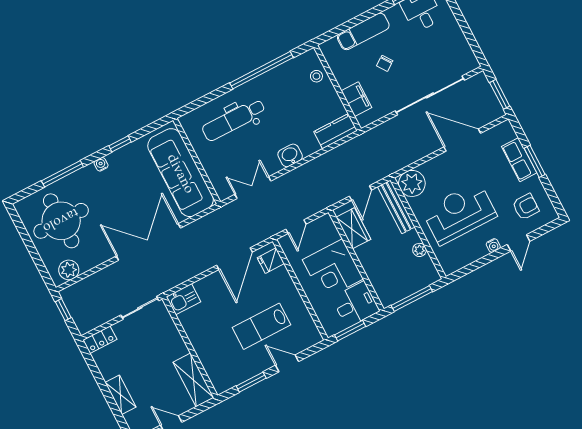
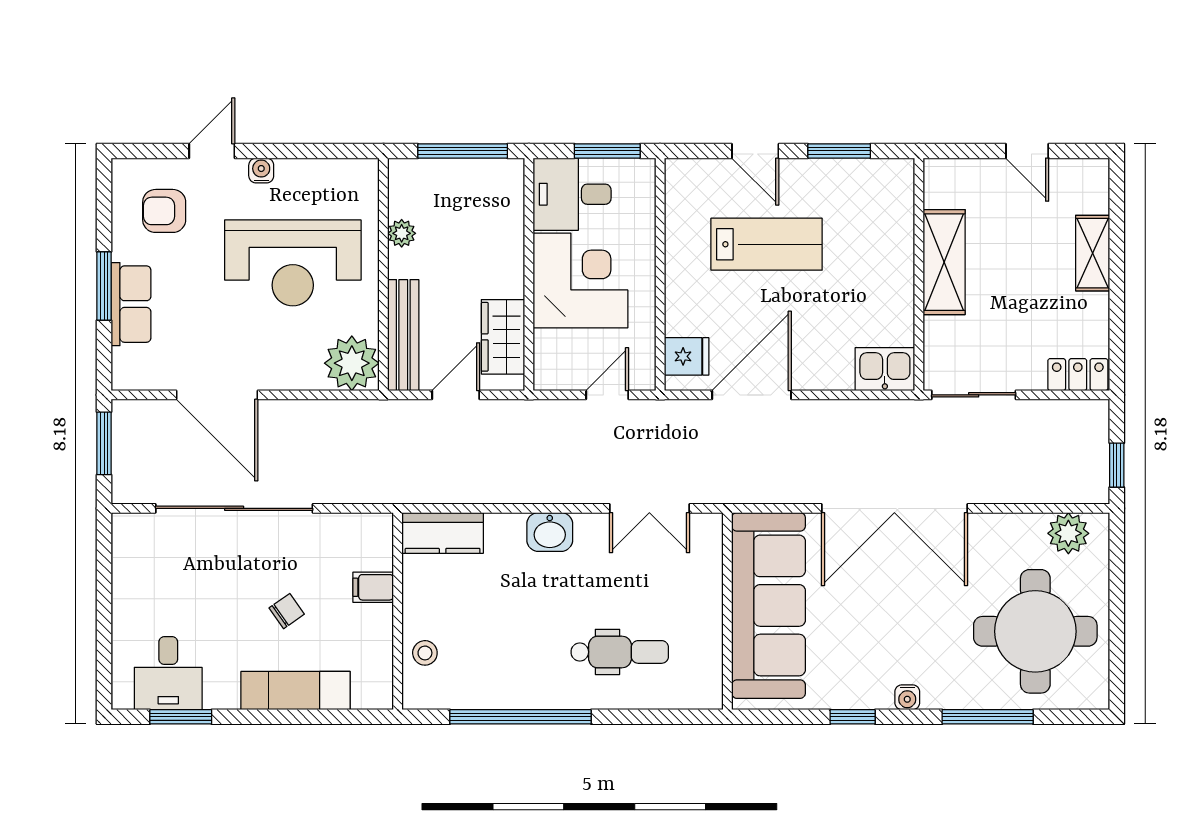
filing cabinet: (356, 99) -> (373, 587), width x0.50
dental chair: (234, 120) -> (620, 652), width x0.73, depth x0.72
shelving: (193, 380) -> (944, 262), moved

